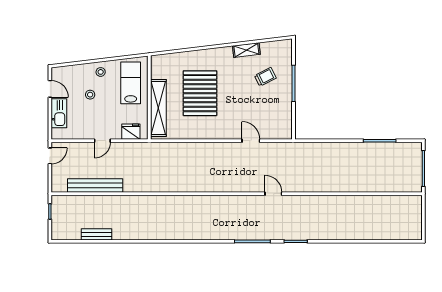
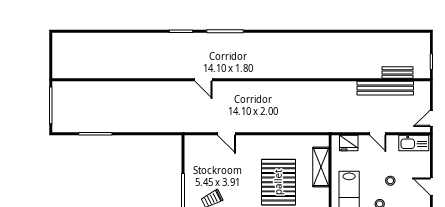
shelving: (158, 108) -> (321, 167), width x0.68
kitchen sink: (59, 113) -> (414, 143), moved, turned -90
door: (102, 141) -> (378, 134), swing flipped
bench: (97, 234) -> (397, 73), moved

